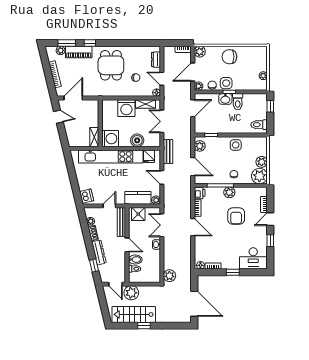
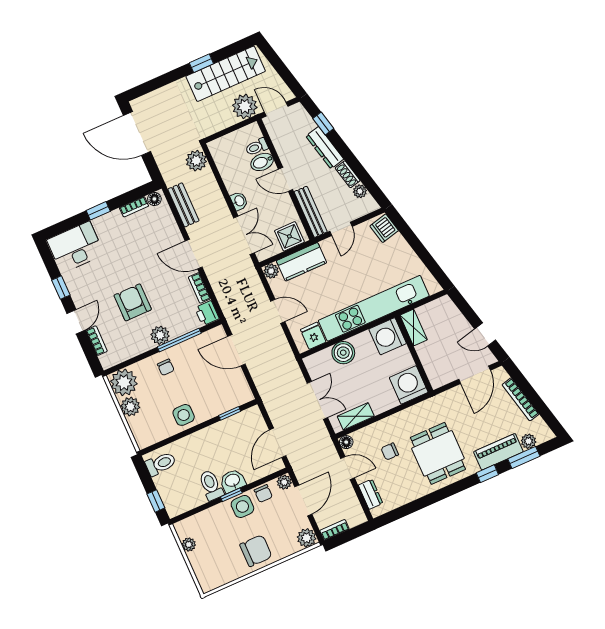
washing machine: (126, 108) -> (409, 385), moved
plant: (200, 146) -> (240, 388), removed
bench: (168, 152) -> (183, 205), moved

